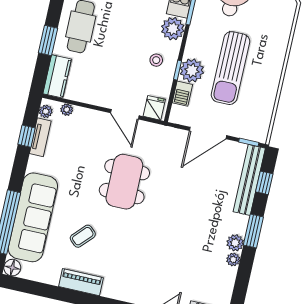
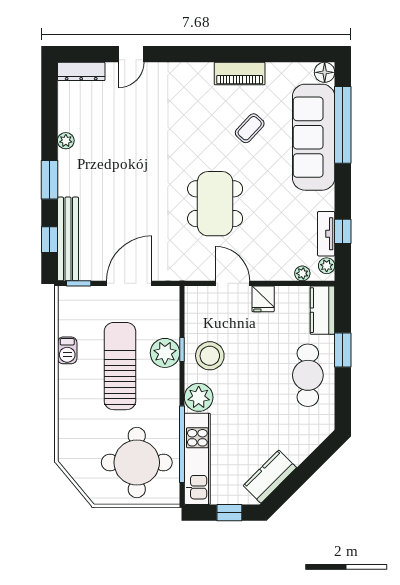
stool: (156, 60) -> (210, 356), width x1.89, depth x1.89
barbecue: (182, 94) -> (67, 350), moved, turned 180
fridge: (154, 108) -> (263, 299), moved
plant: (235, 243) -> (68, 161), removed

